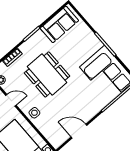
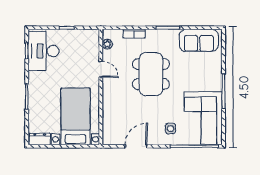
side table: (34, 113) -> (171, 129), moved
door: (79, 131) -> (136, 146), hinge flipped

